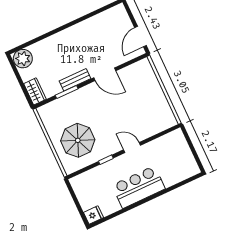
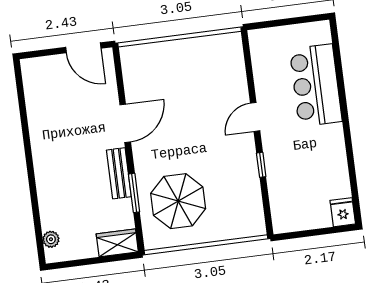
plant: (23, 59) -> (51, 239), width x0.53, depth x0.53
parasol: (78, 140) -> (178, 201), moved
bar counter: (139, 187) -> (316, 85), moved

